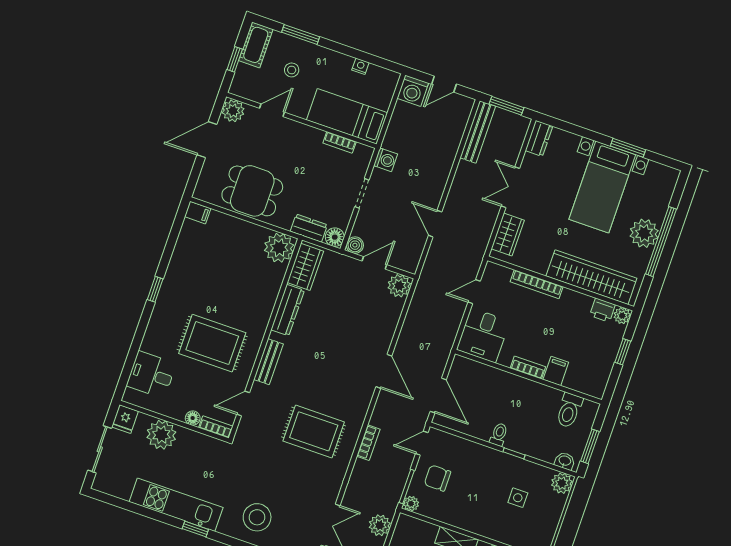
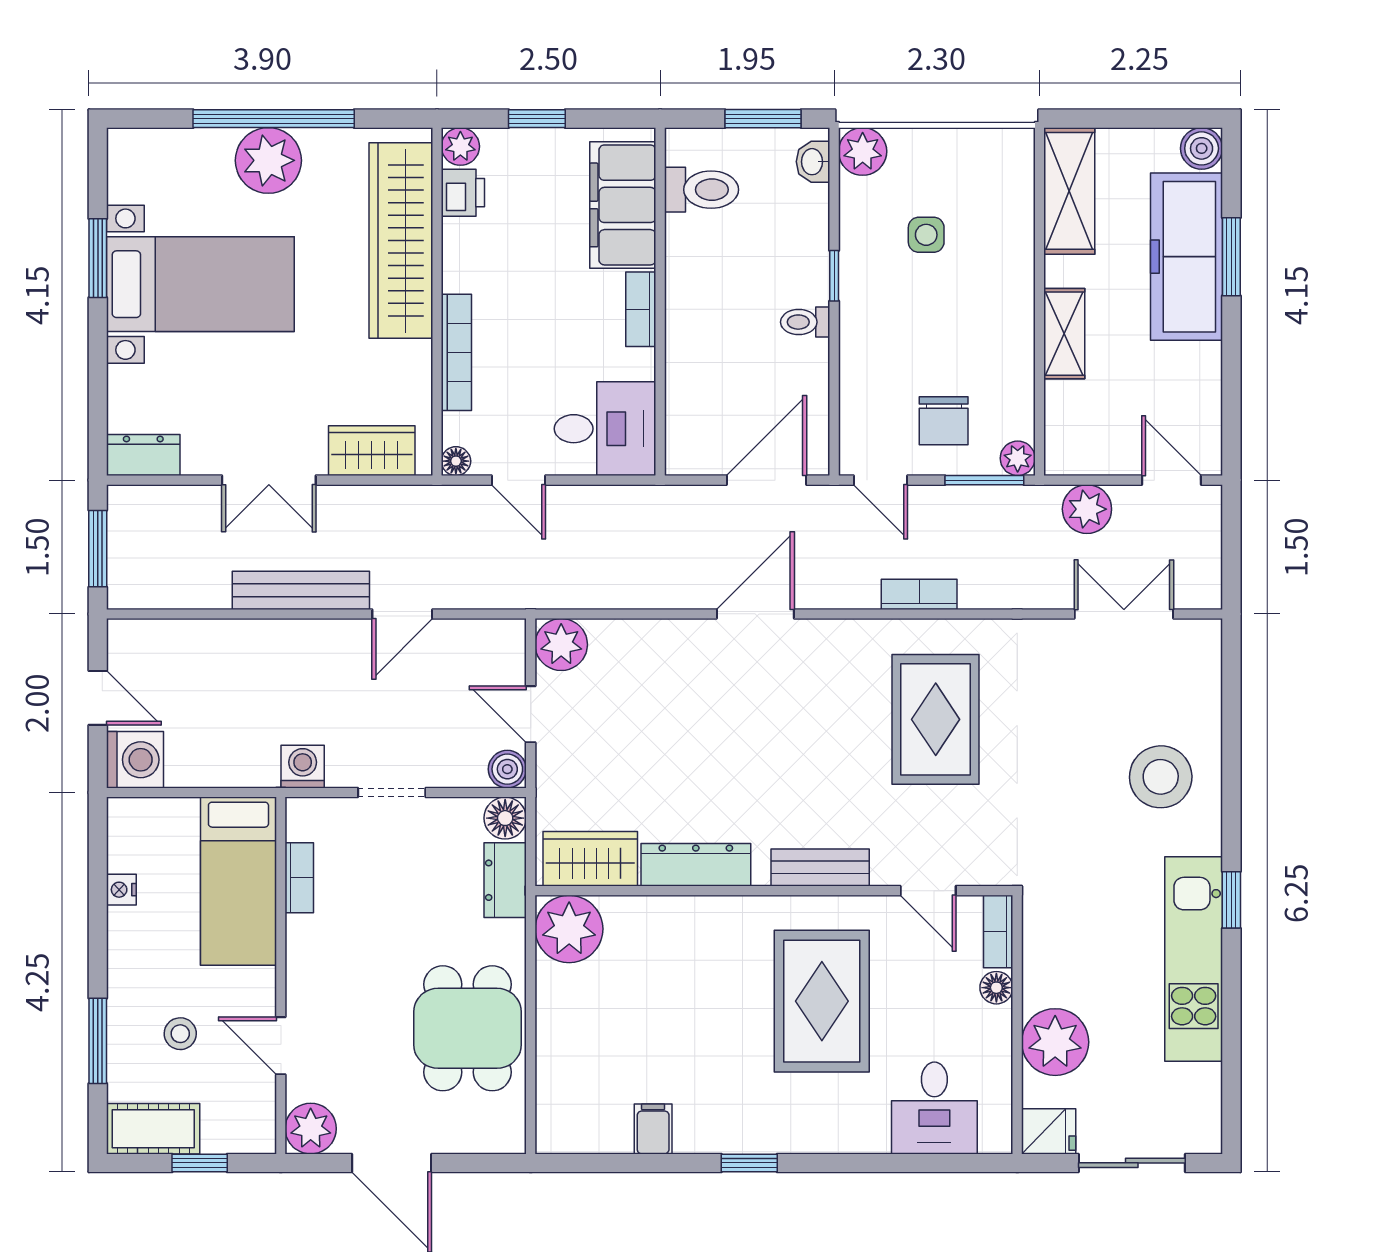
bench: (478, 132) -> (301, 590), moved
filing cabinet: (198, 213) -> (653, 1129), moved
floor lamp: (491, 268) -> (456, 461), added
filing cabinet: (556, 371) -> (623, 205), width x3.00, depth x1.17

